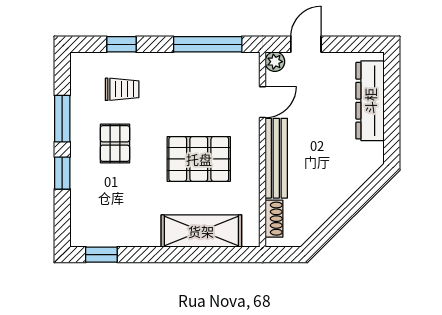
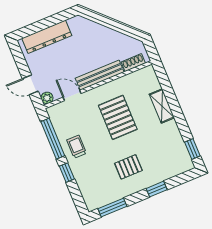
window: (121, 44) -> (67, 173), moved
trolley: (122, 89) -> (77, 147), moved
window: (62, 119) -> (112, 207), moved
shelving: (201, 231) -> (162, 106), width x0.67, depth x0.75

